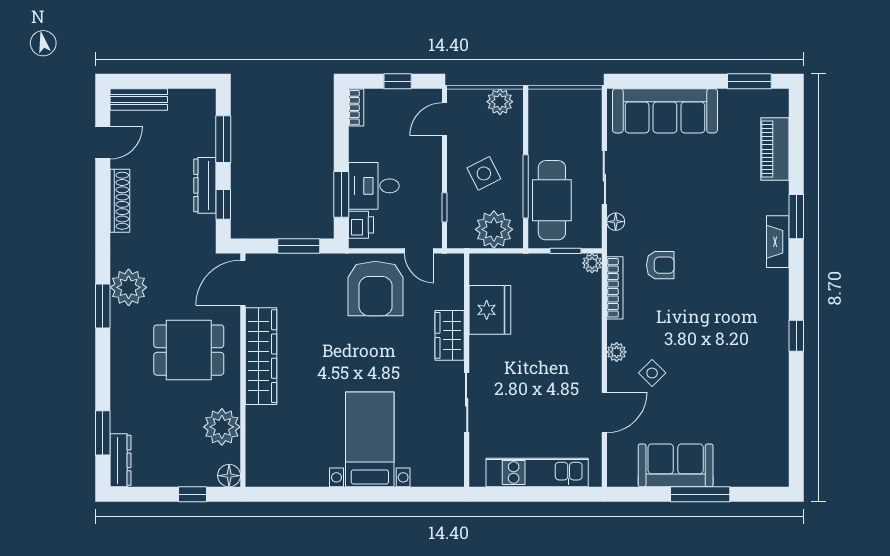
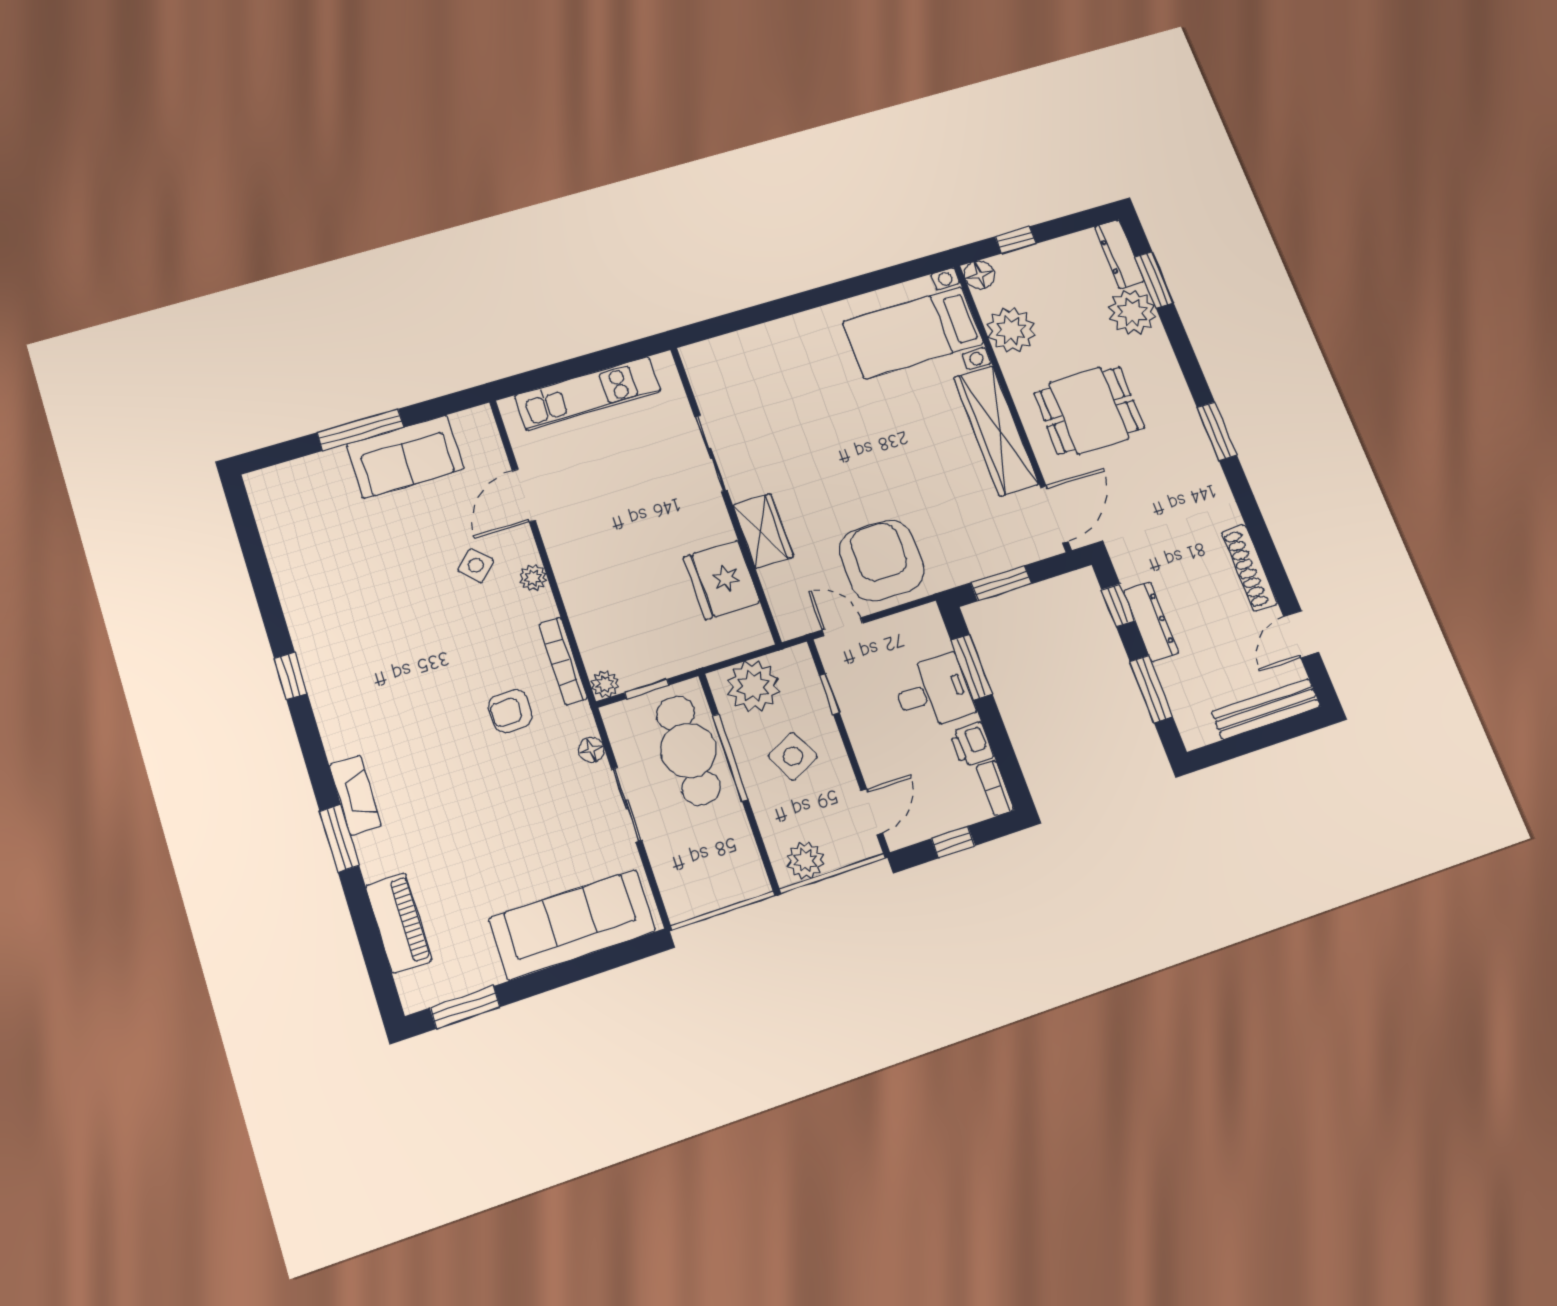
bench: (139, 99) -> (1266, 709), width x1.36
printer: (361, 225) -> (972, 745), moved
plant: (129, 287) -> (1132, 312), moved
bed with nightstands: (370, 439) -> (913, 333), moved, turned 90

